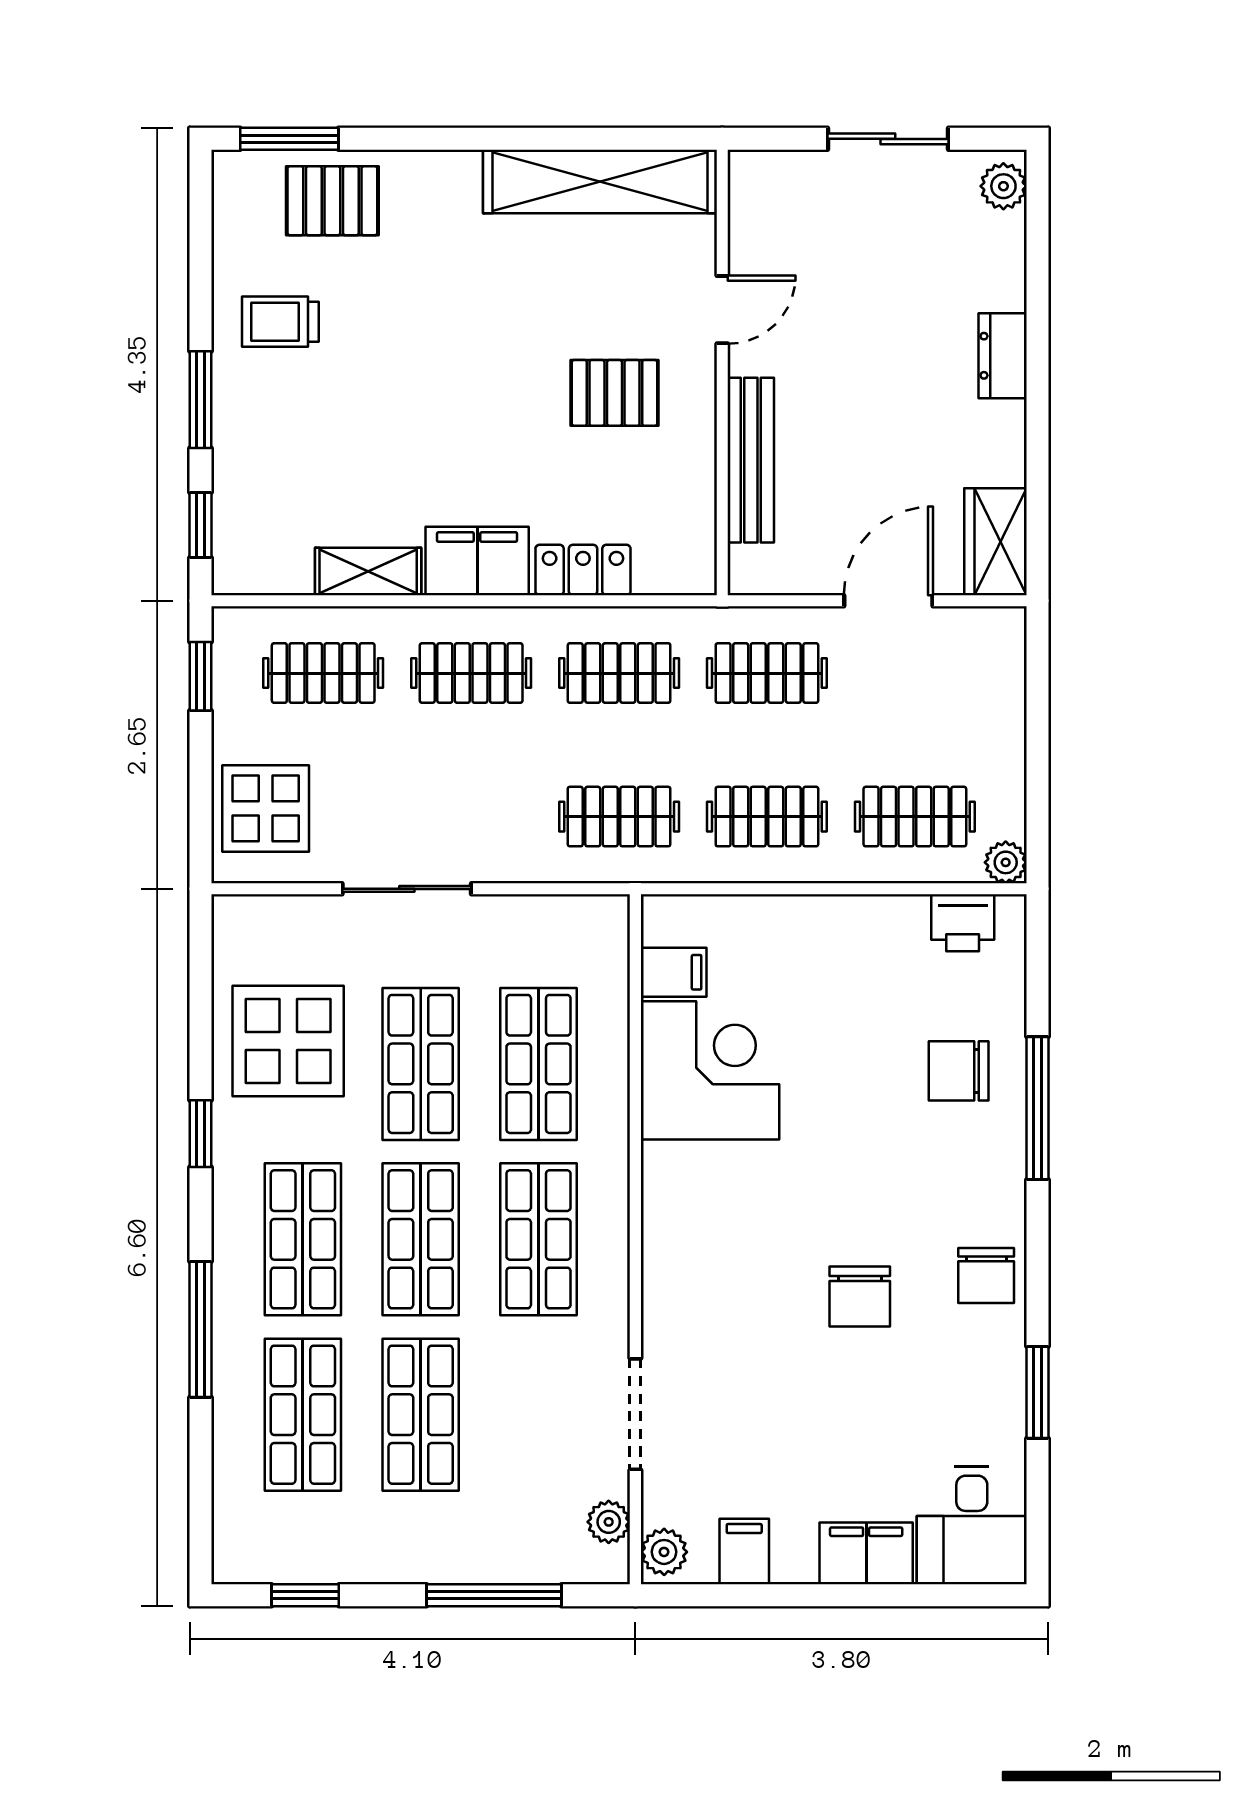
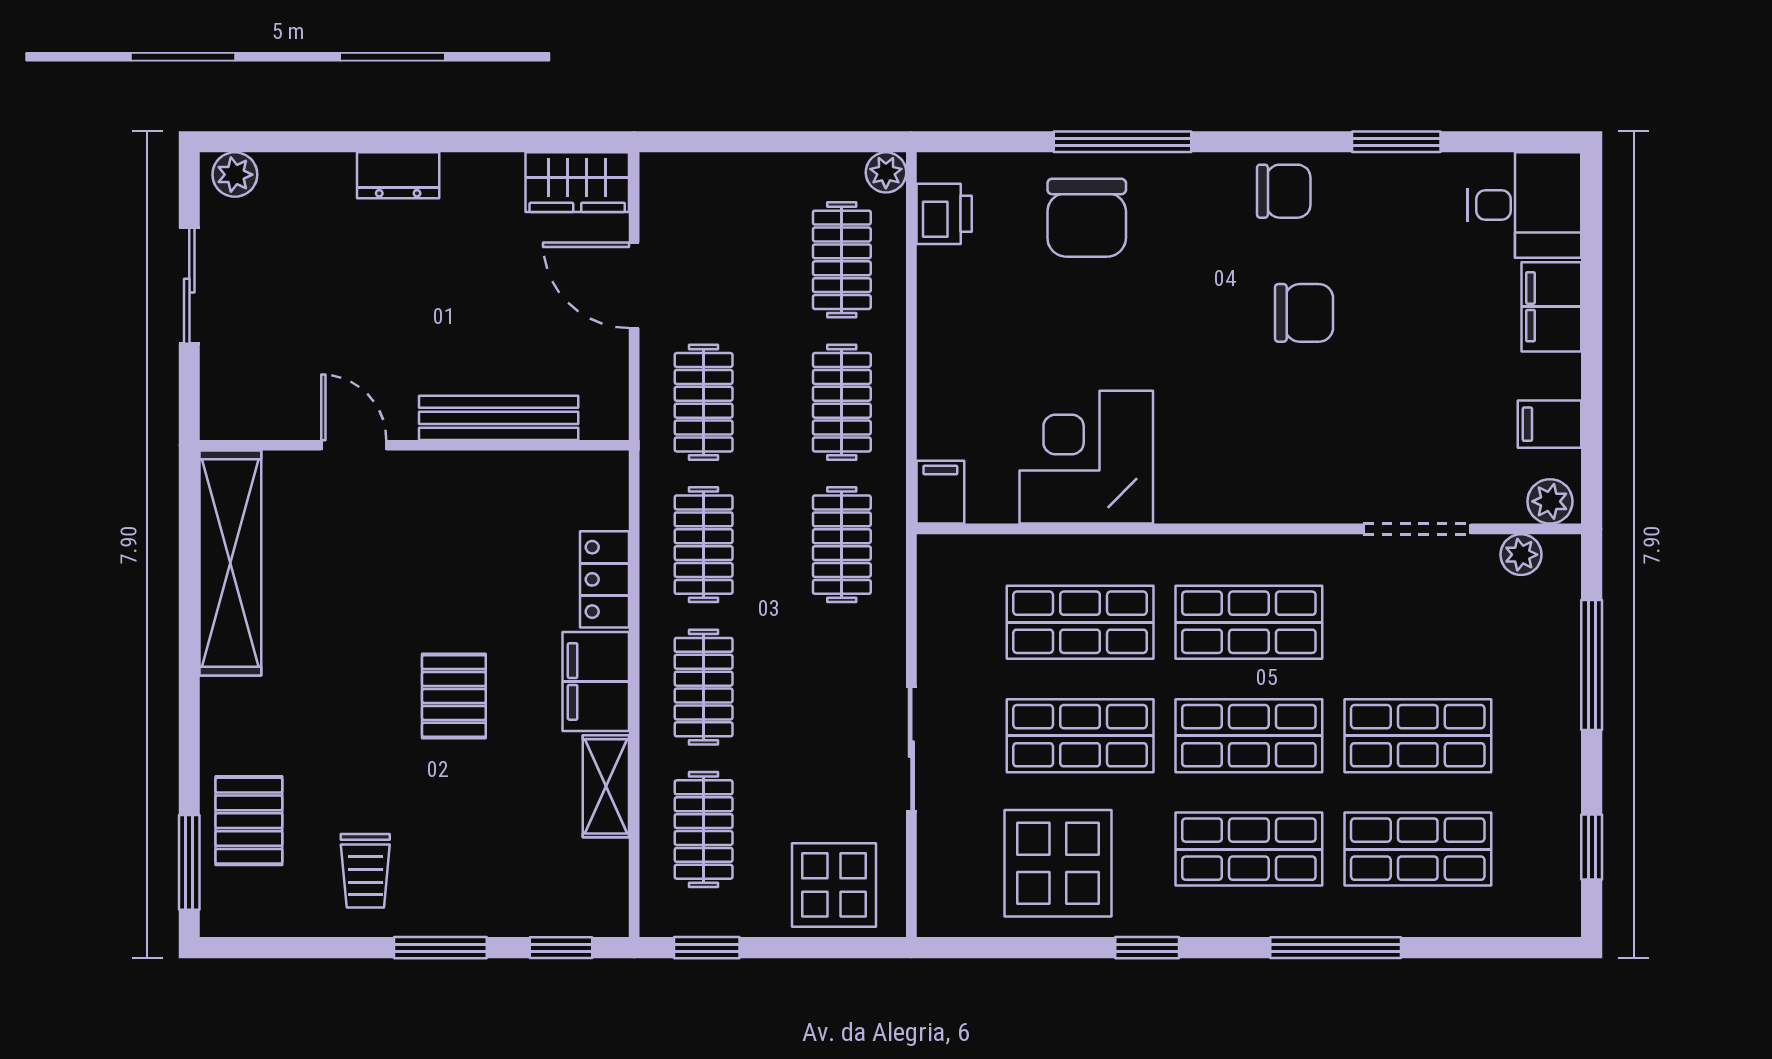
pallet: (615, 393) -> (454, 696), moved
filing cabinet: (674, 972) -> (940, 492), moved
chair: (959, 1071) -> (1087, 218), width x1.37, depth x1.37

